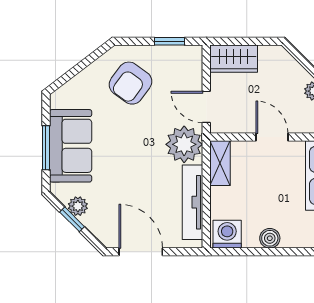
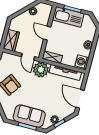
door: (206, 107) -> (28, 57), hinge flipped
door: (272, 137) -> (47, 33), hinge flipped
door: (141, 252) -> (80, 99), hinge flipped

